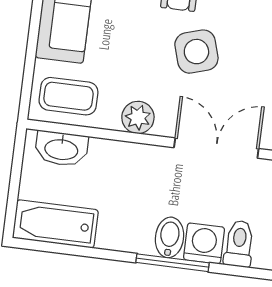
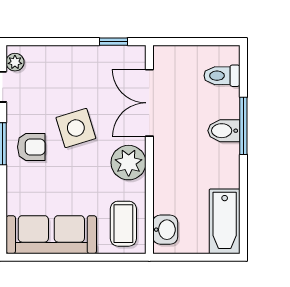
plant: (138, 117) -> (129, 163), width x1.36, depth x1.36
washbasin: (61, 149) -> (165, 230), width x0.72
washing machine: (204, 243) -> (225, 103), removed

